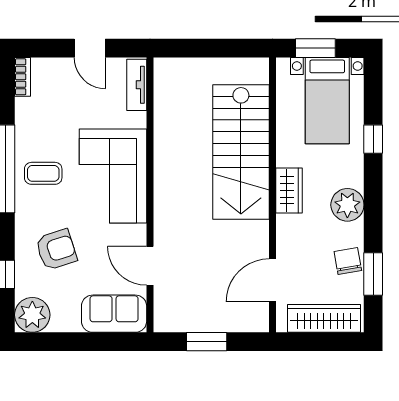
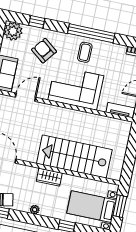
plant: (347, 205) -> (35, 210), width x0.53, depth x0.53
armchair: (56, 250) -> (44, 51), turned 146

